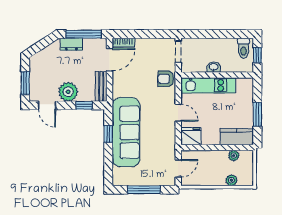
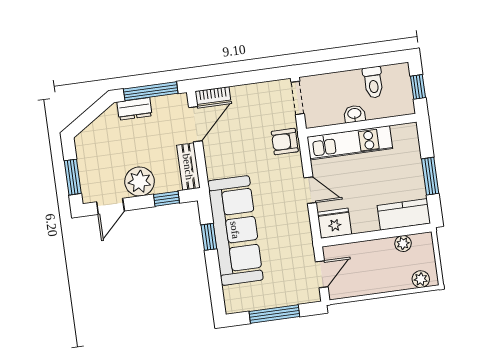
toilet: (243, 48) -> (373, 82), moved
door: (47, 105) -> (110, 206), hinge flipped
plant: (231, 180) -> (421, 279), moved

